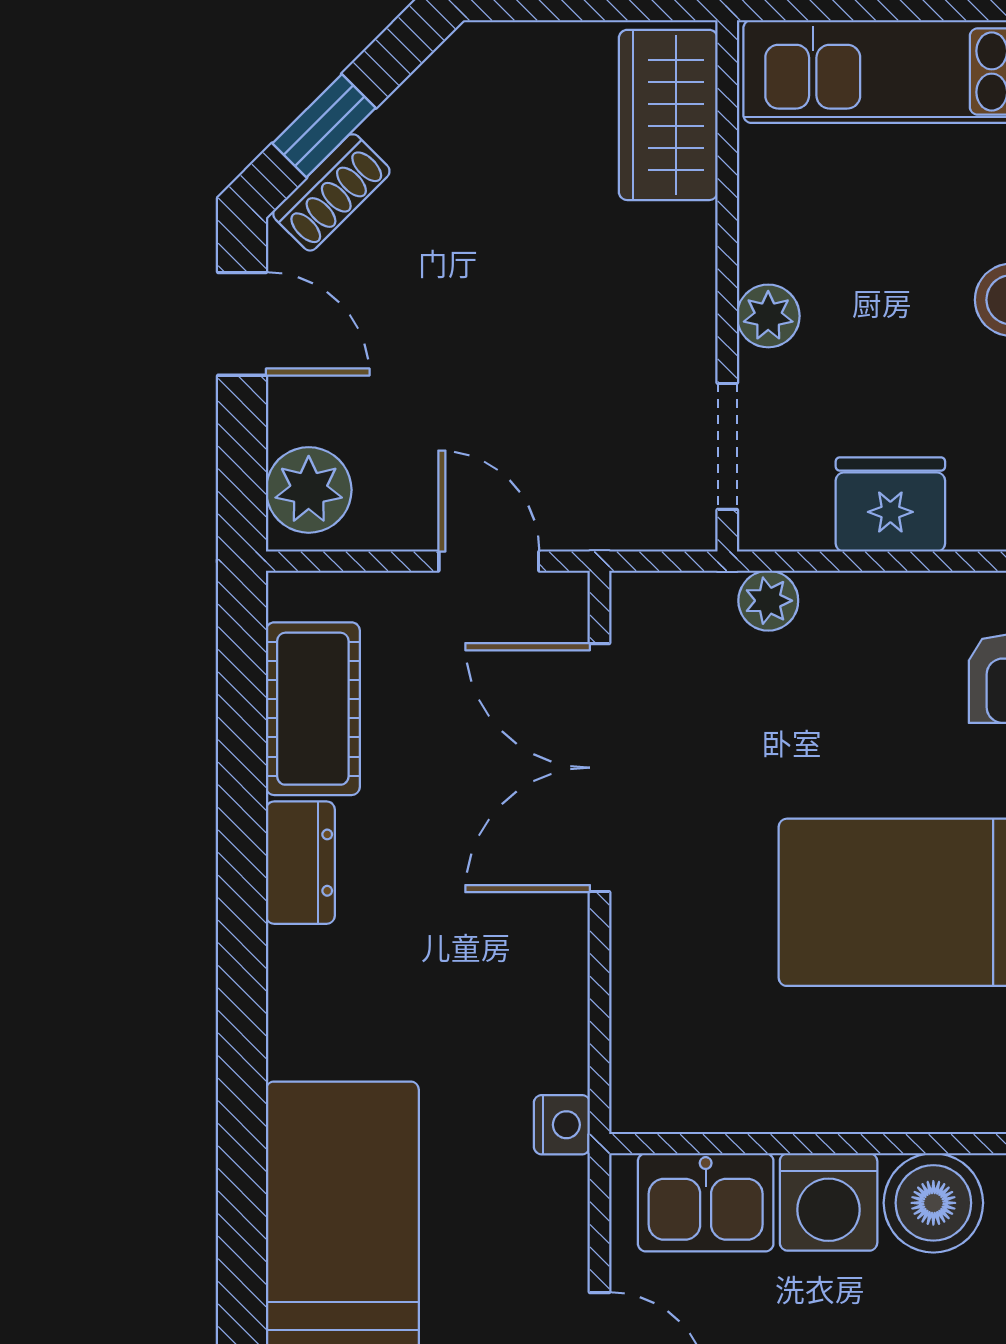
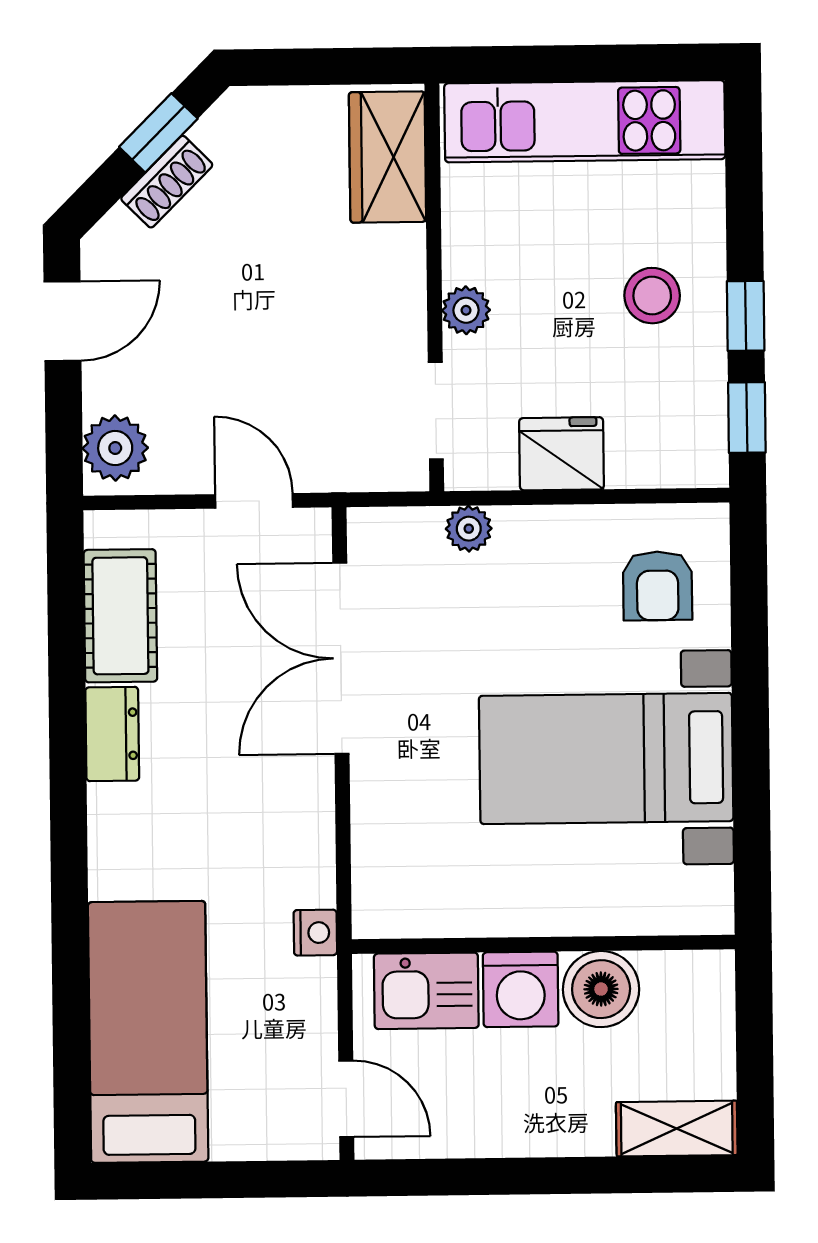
window: (324, 126) -> (158, 133), moved
shoe rack: (331, 192) -> (167, 182), moved
door: (242, 324) -> (62, 321), hinge flipped

